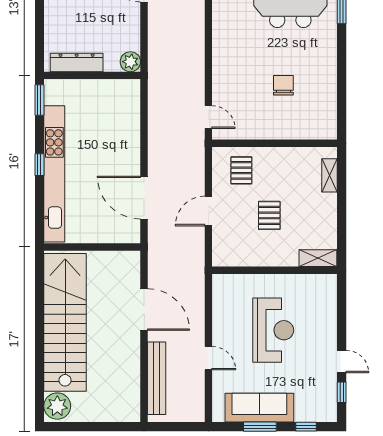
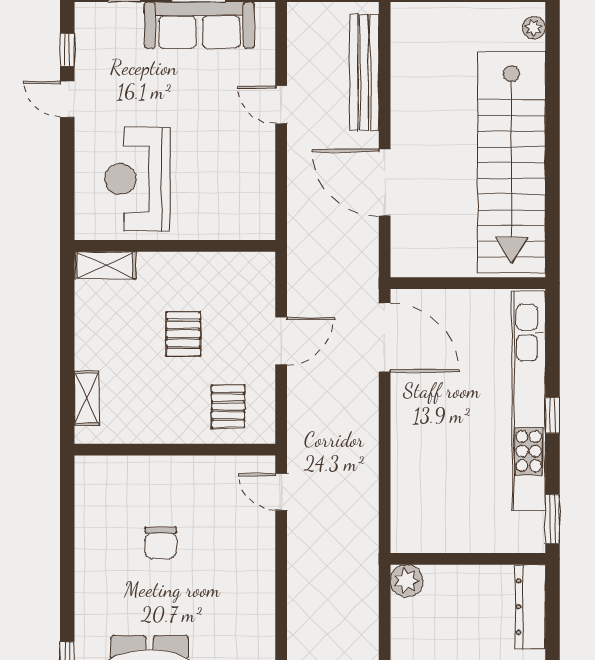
dresser: (77, 62) -> (530, 607), moved, turned 90
door: (144, 198) -> (385, 338), moved
reception desk: (273, 330) -> (137, 179), moved
plant: (57, 406) -> (534, 28), width x0.53, depth x0.53

